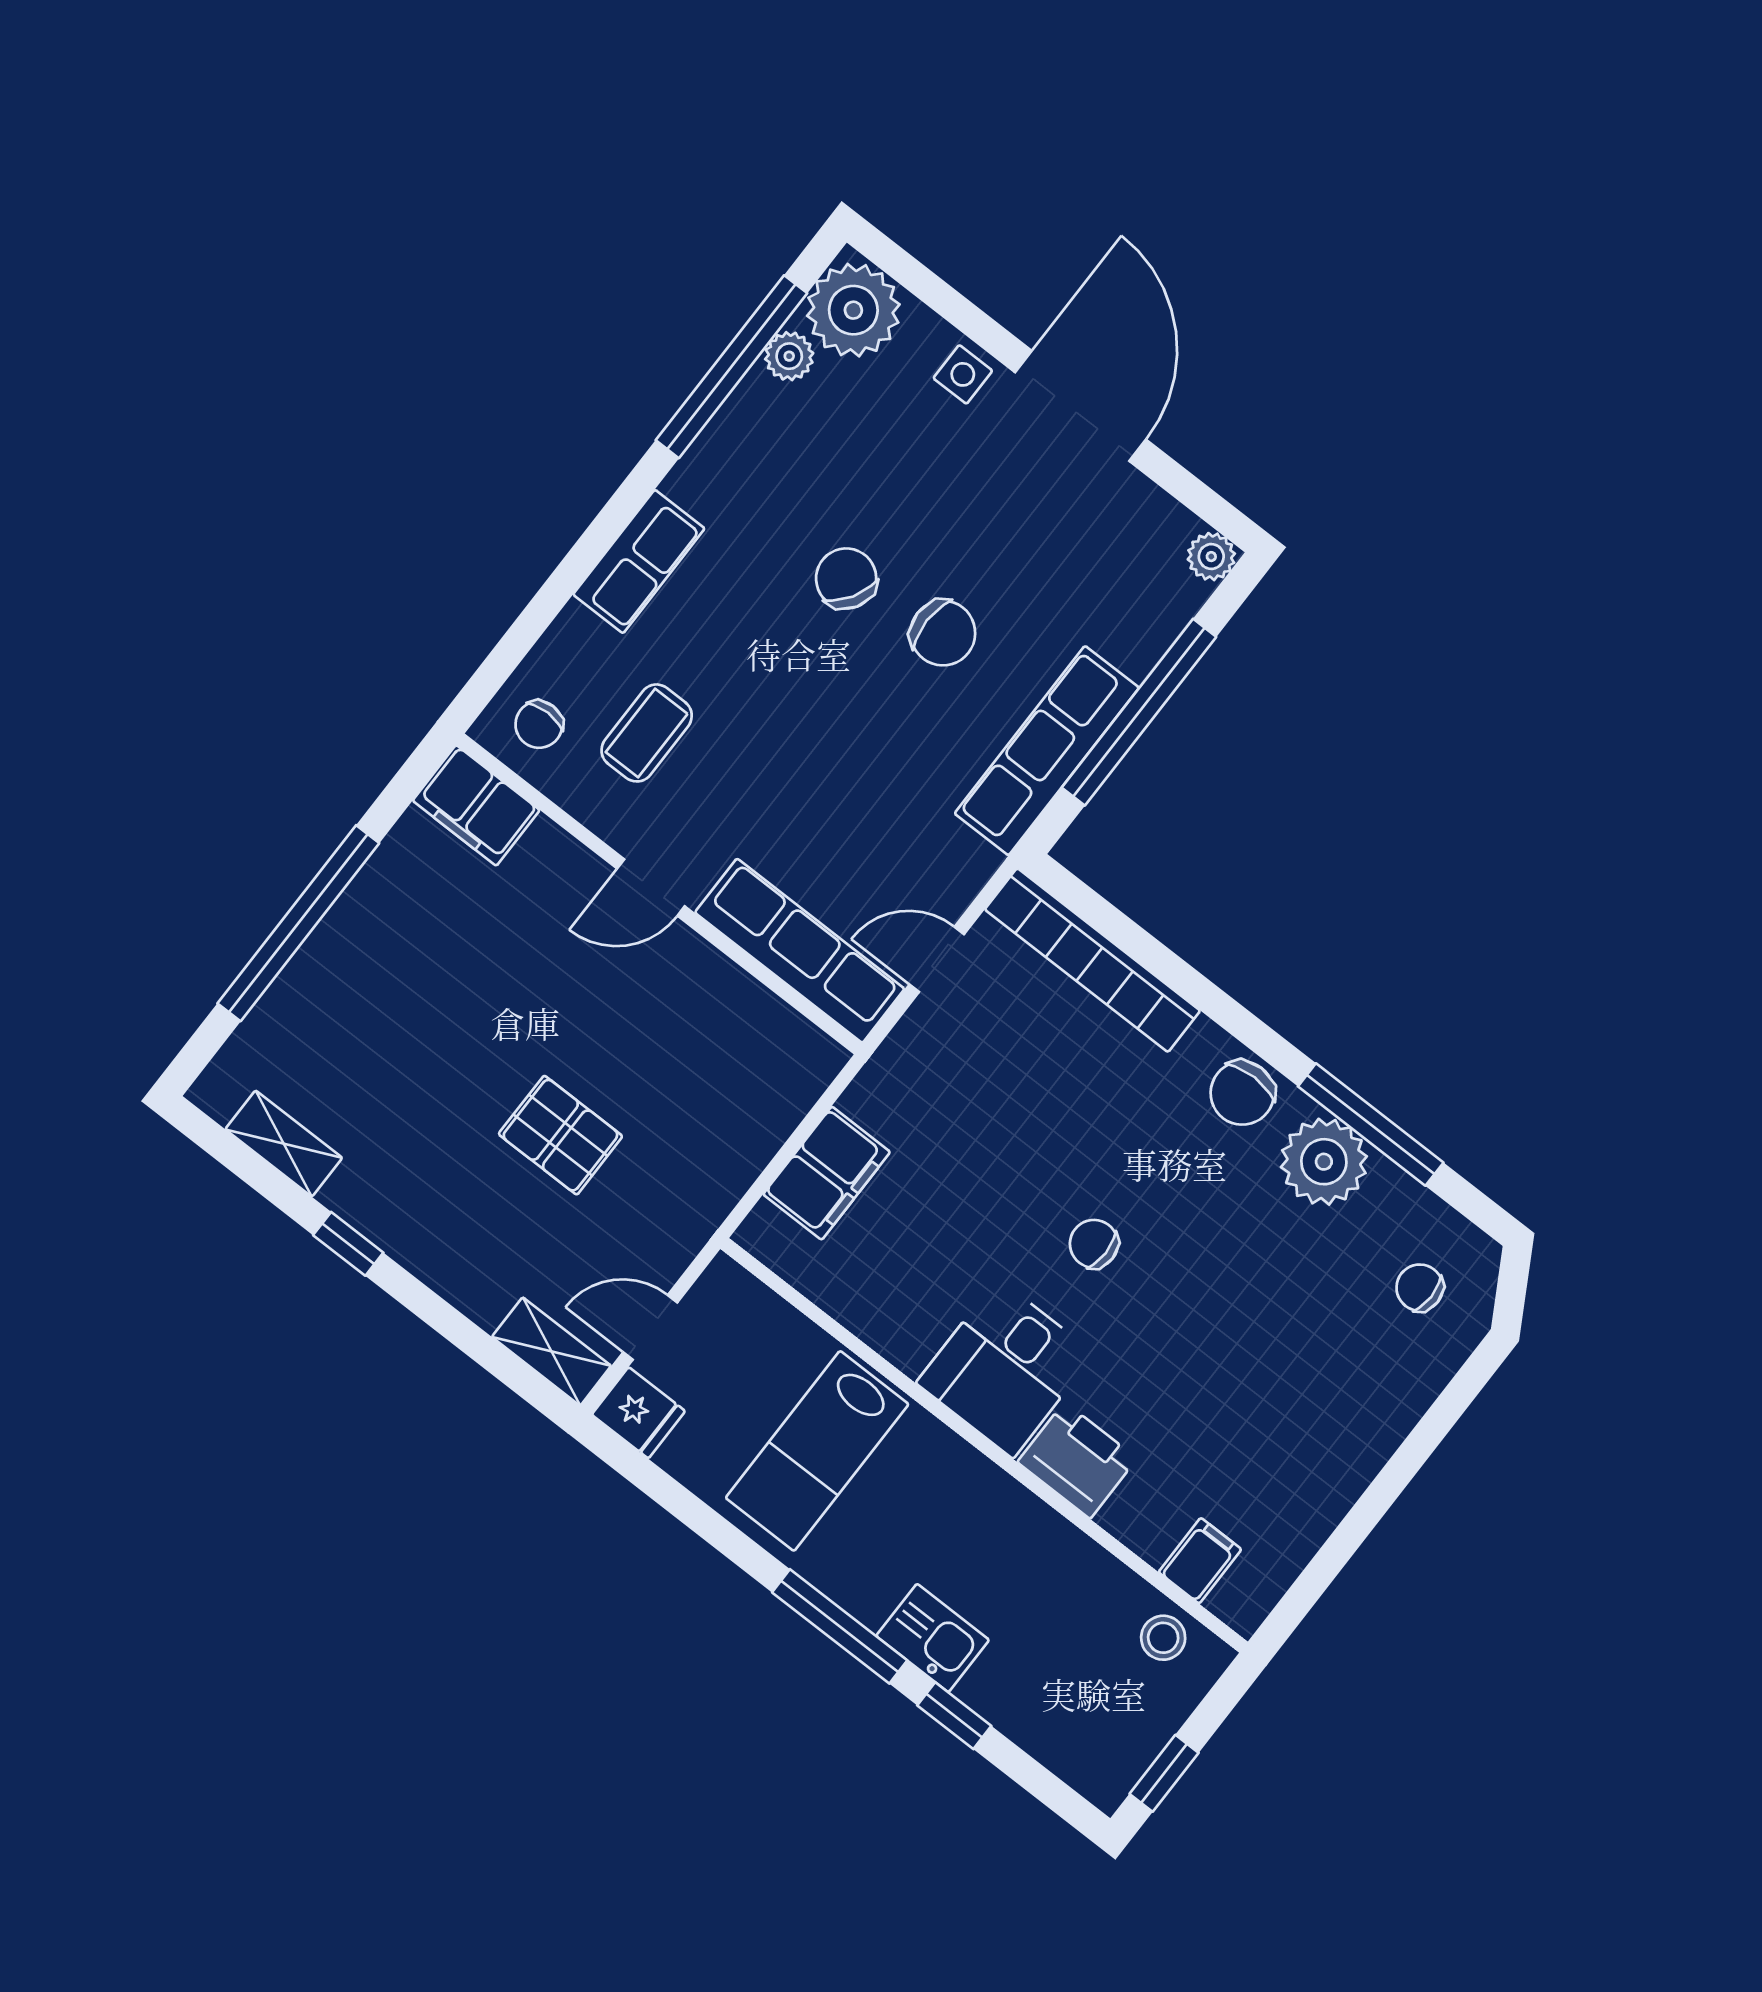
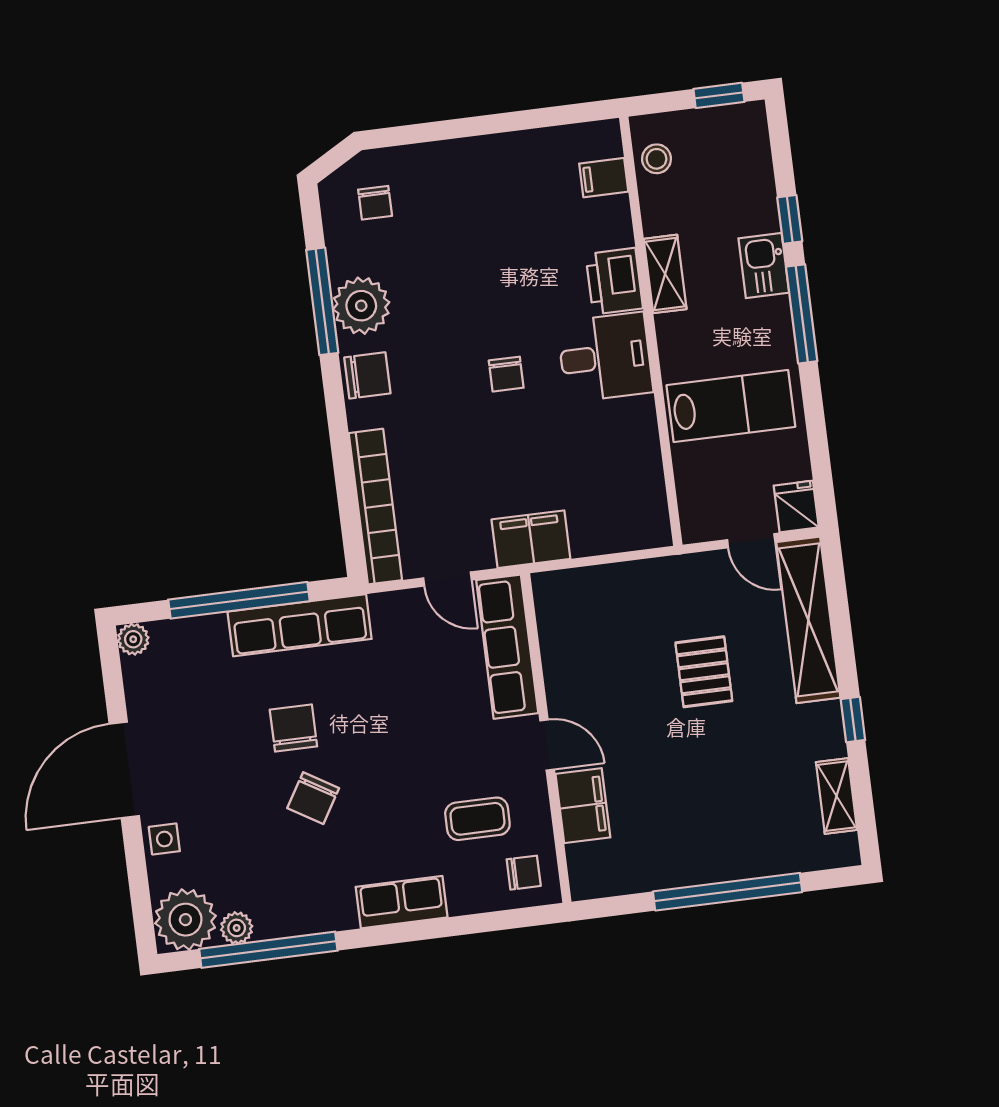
filing cabinet: (476, 805) -> (583, 806), moved
filing cabinet: (827, 1173) -> (531, 539), moved
shelving: (551, 1351) -> (808, 620), width x2.20, depth x1.33
shelving: (1030, 1523) -> (665, 274), added

